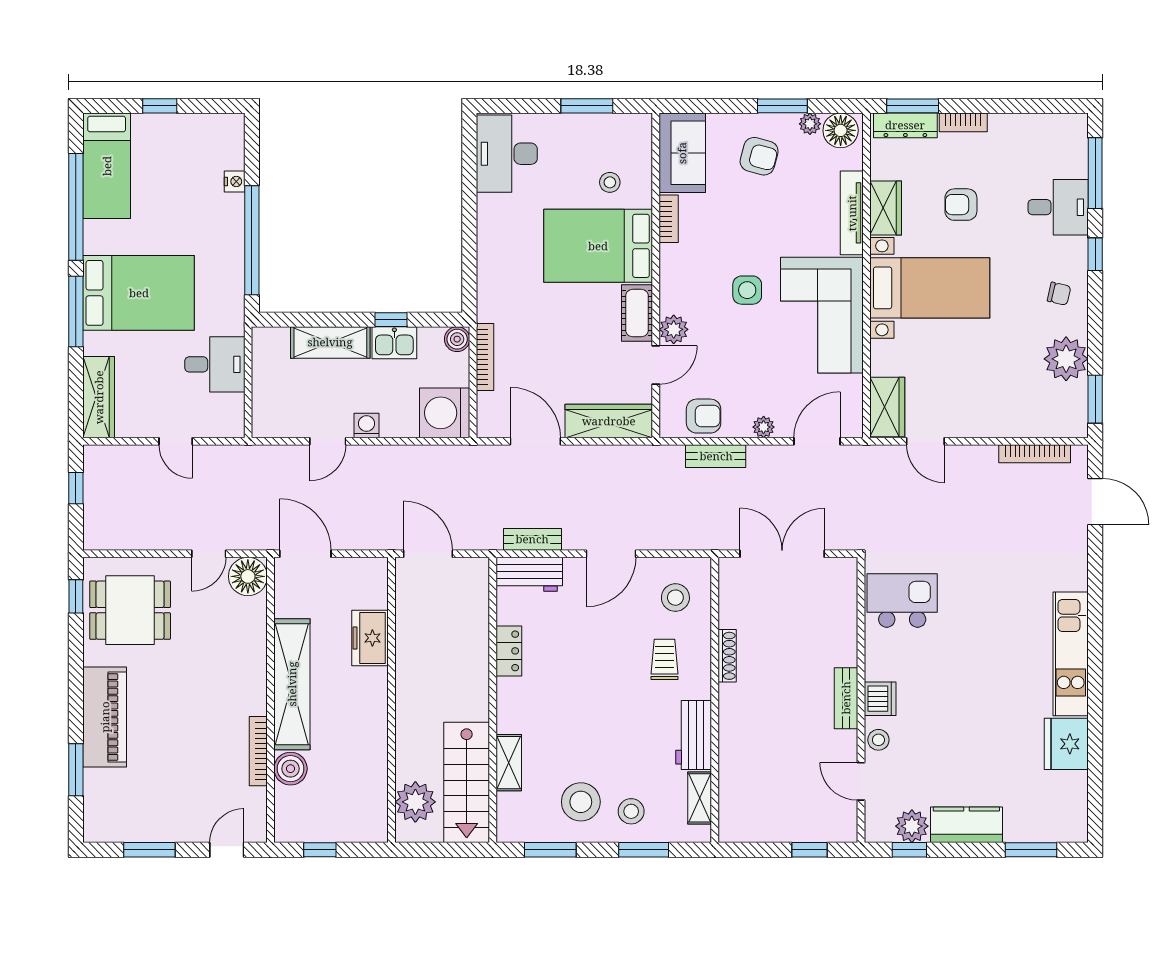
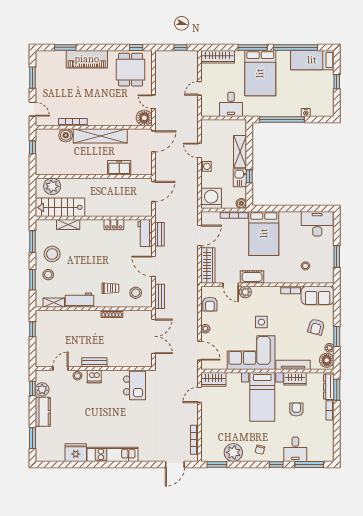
bed: (598, 246) -> (264, 233), moved, turned 180
bench: (716, 456) -> (160, 296), moved
window: (810, 850) -> (32, 329), moved

